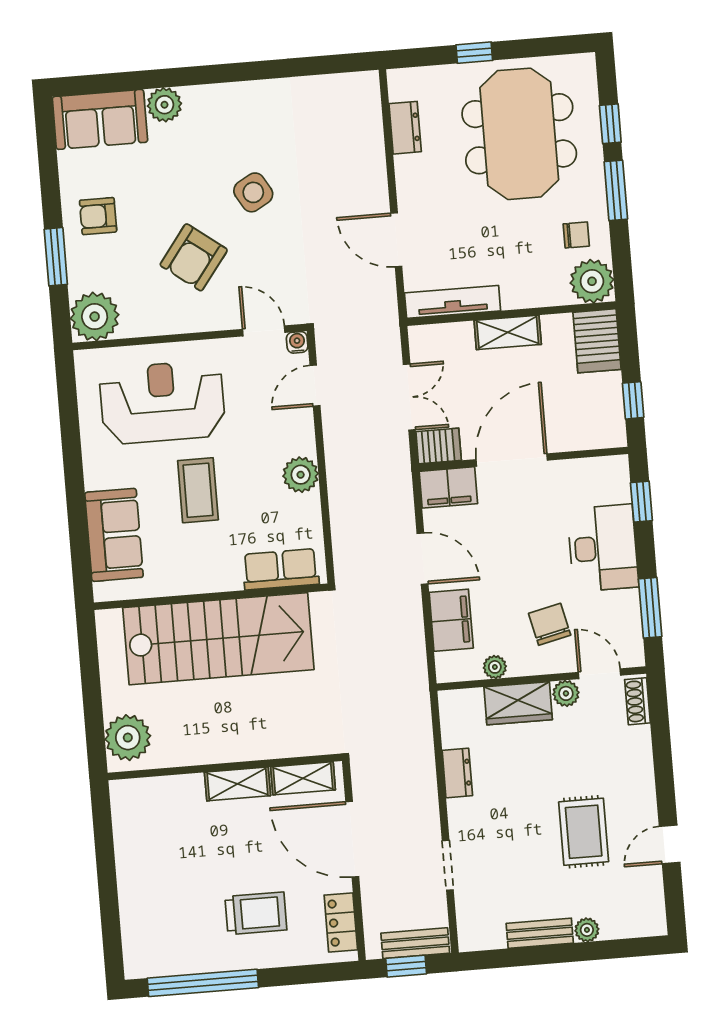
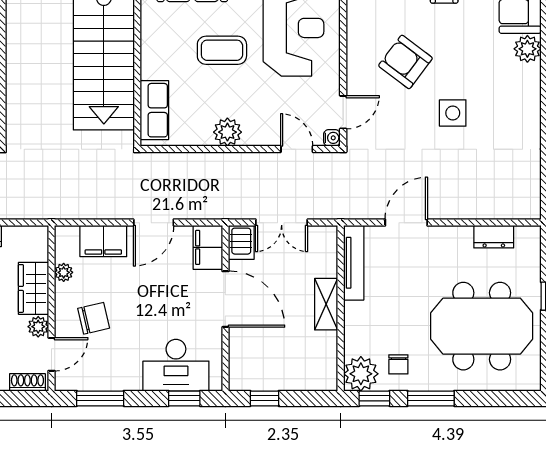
window: (610, 124) -> (374, 398), moved
side table: (253, 192) -> (453, 113), turned 30
server rack: (597, 341) -> (314, 374), removed
desk: (603, 548) -> (176, 365), moved

